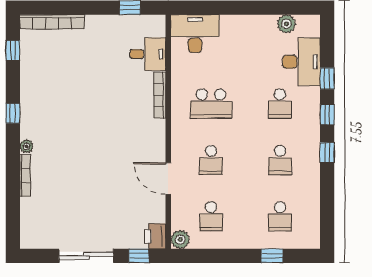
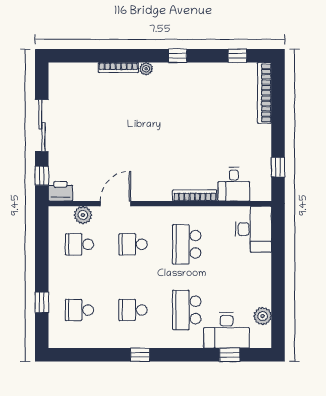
window: (327, 79) -> (230, 355), moved
school desk: (280, 104) -> (187, 310), width x1.85
window: (327, 115) -> (176, 355), removed
plant: (180, 240) -> (83, 215), moved

